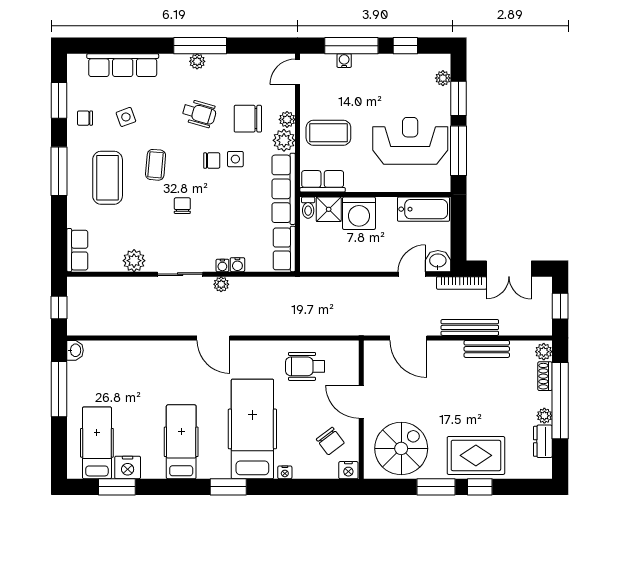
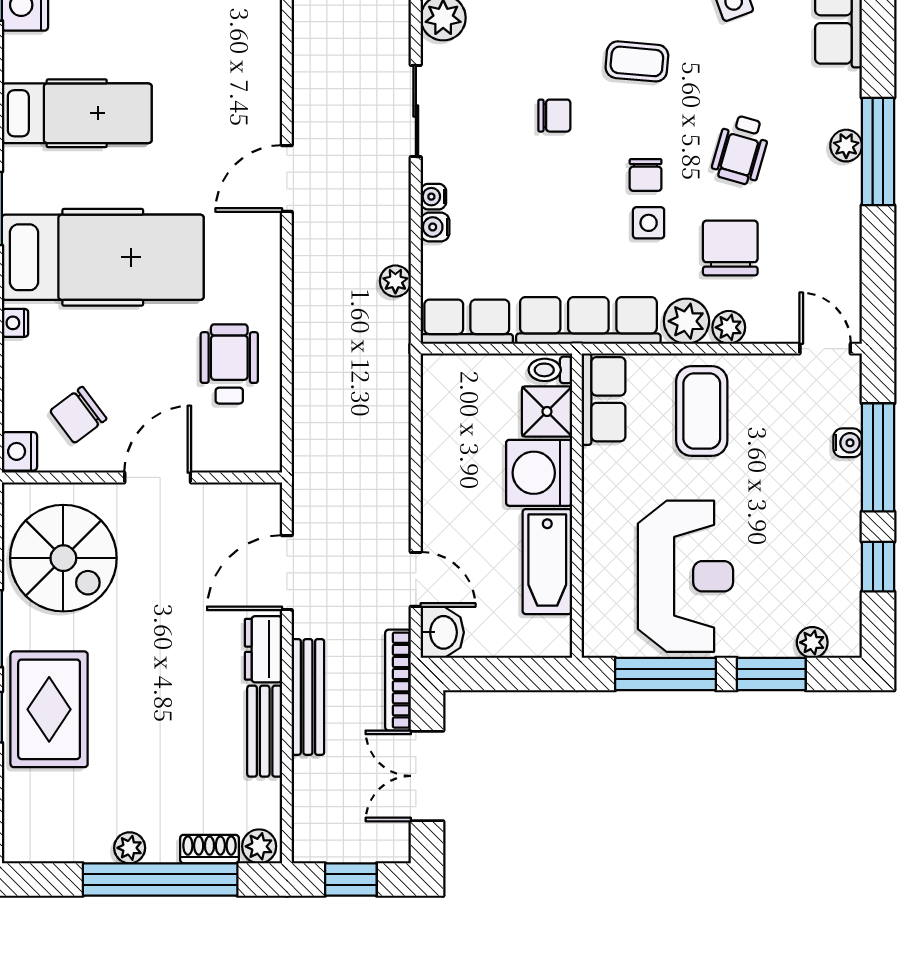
bathtub: (424, 209) -> (547, 562), moved
plant: (221, 284) -> (395, 281), moved
dresser: (543, 441) -> (263, 649), moved, turned -90

